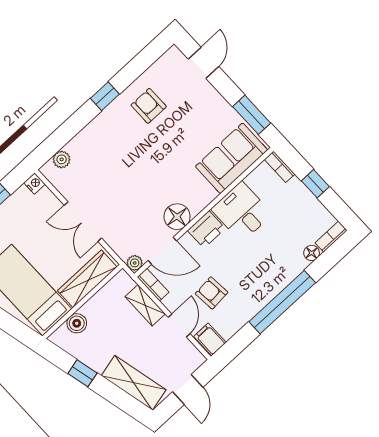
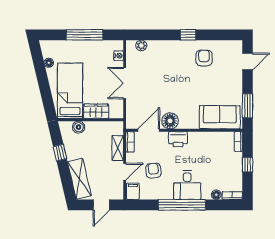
nightstand: (35, 183) -> (119, 56), moved
desk: (242, 212) -> (187, 185), moved, turned 180
door: (162, 251) -> (149, 130), swing flipped
plant: (135, 263) -> (131, 124), removed
wardrobe: (87, 279) -> (96, 111), width x0.67

